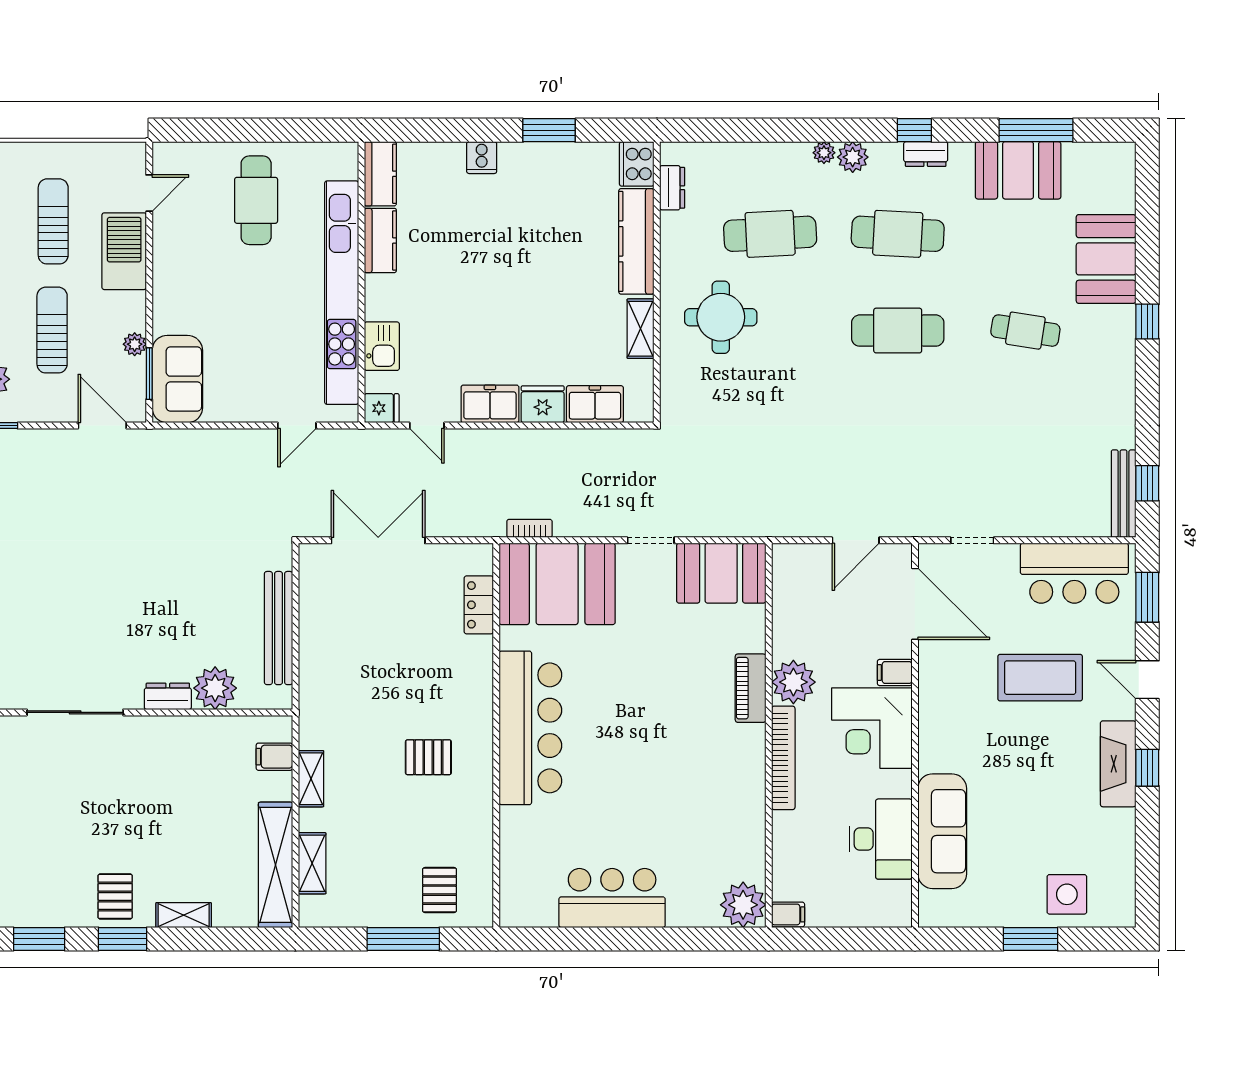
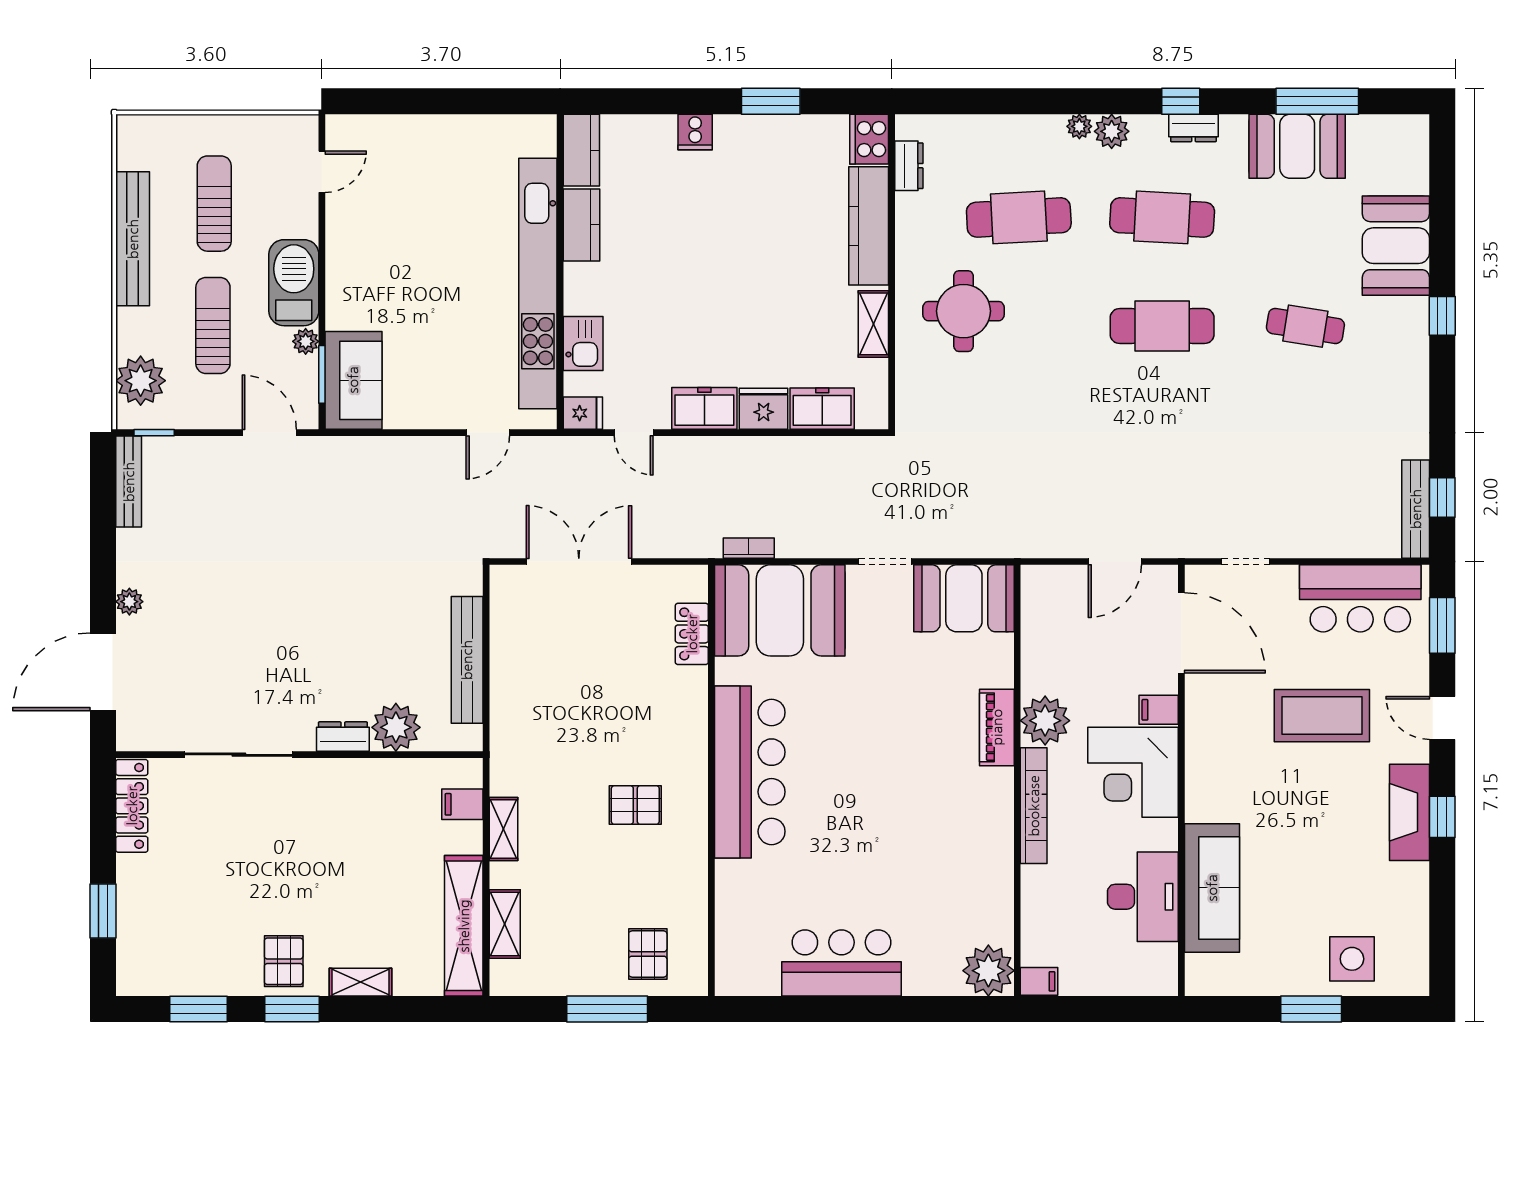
cafe table: (256, 200) -> (442, 180), removed
barbecue: (124, 251) -> (294, 283), moved

